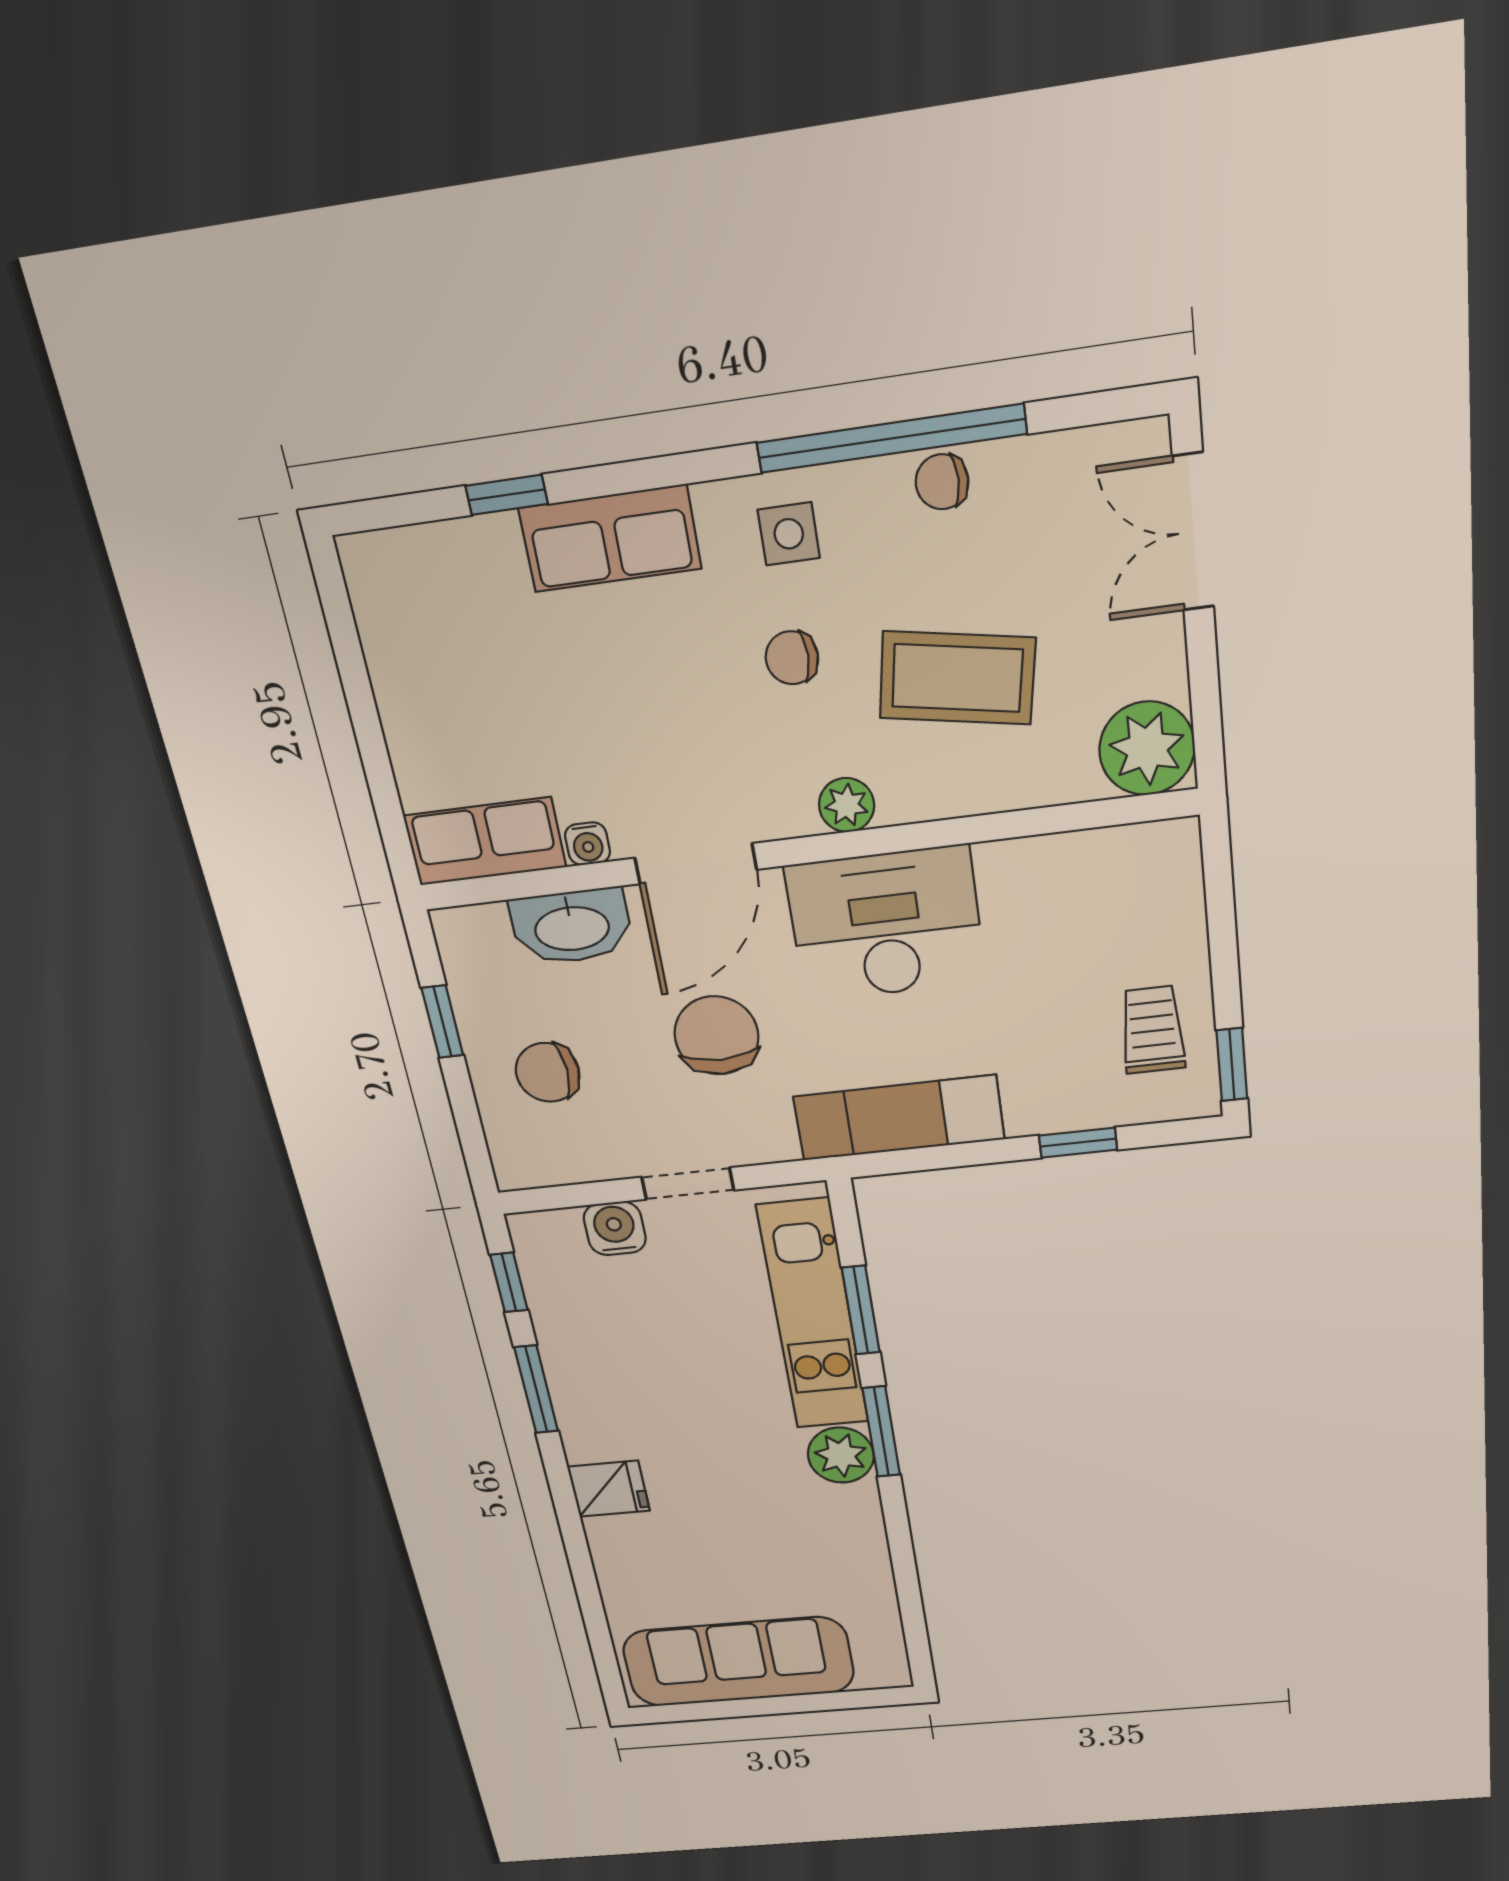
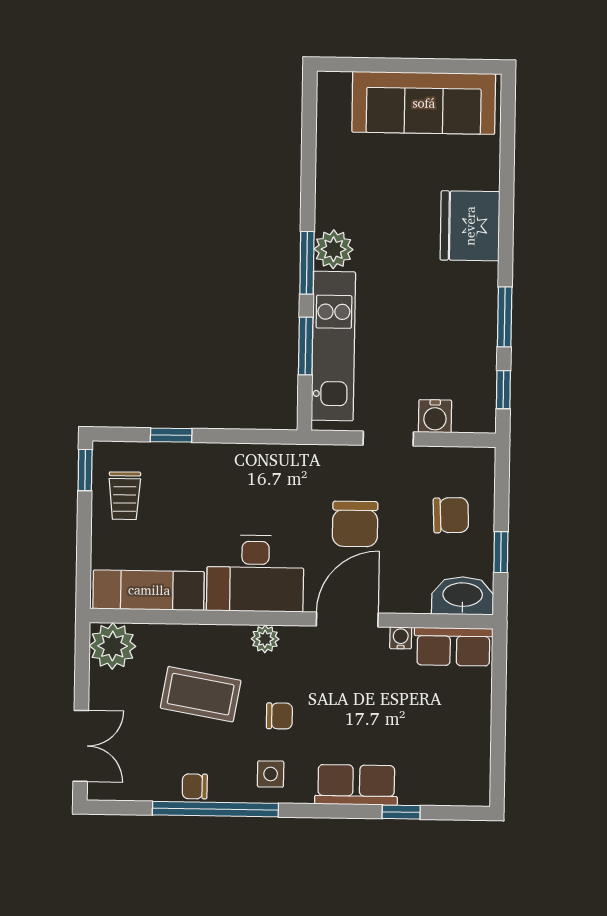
chair: (942, 482) -> (195, 786), turned 180
washbasin: (572, 927) -> (463, 596), moved
exam couch: (899, 1118) -> (149, 590), moved, turned 180
fridge: (609, 1489) -> (470, 226), width x1.88, depth x1.34

